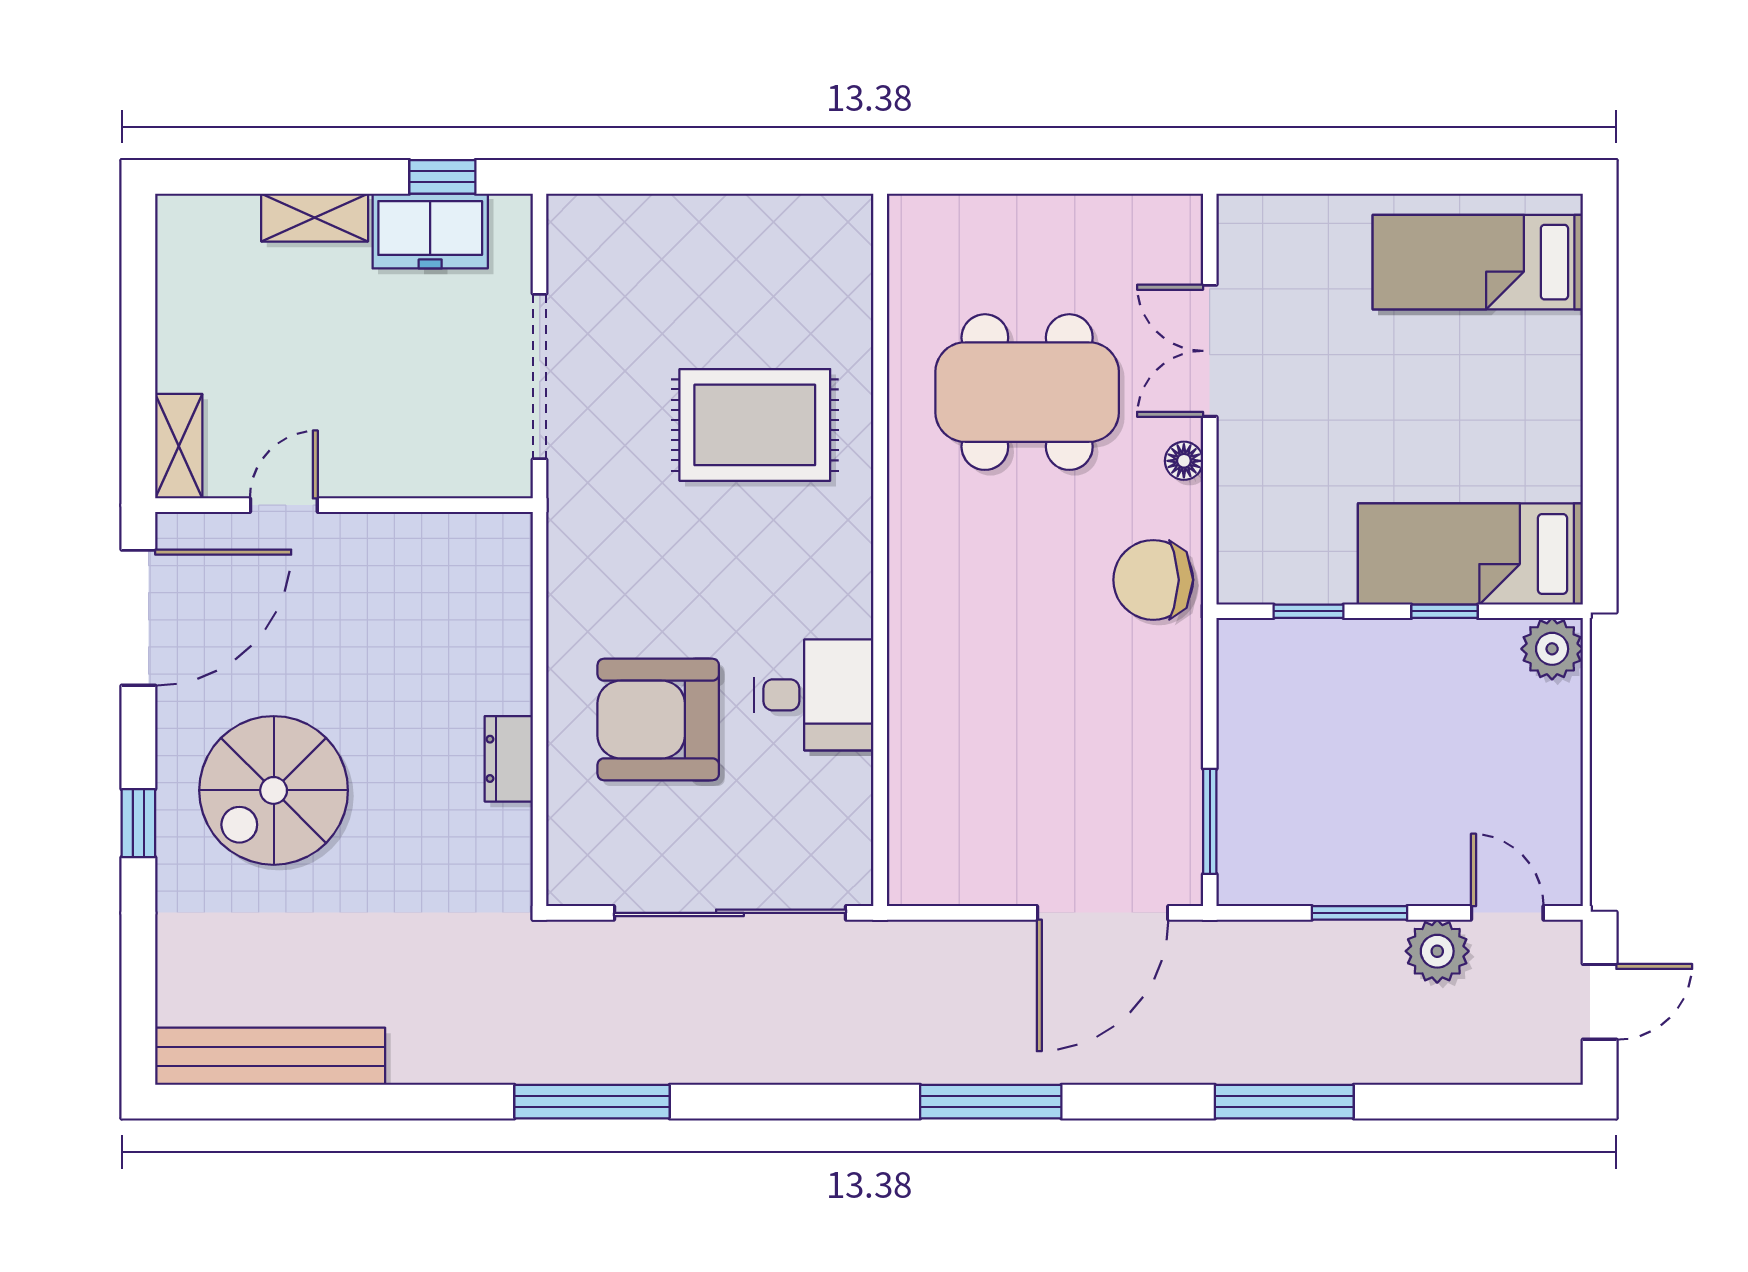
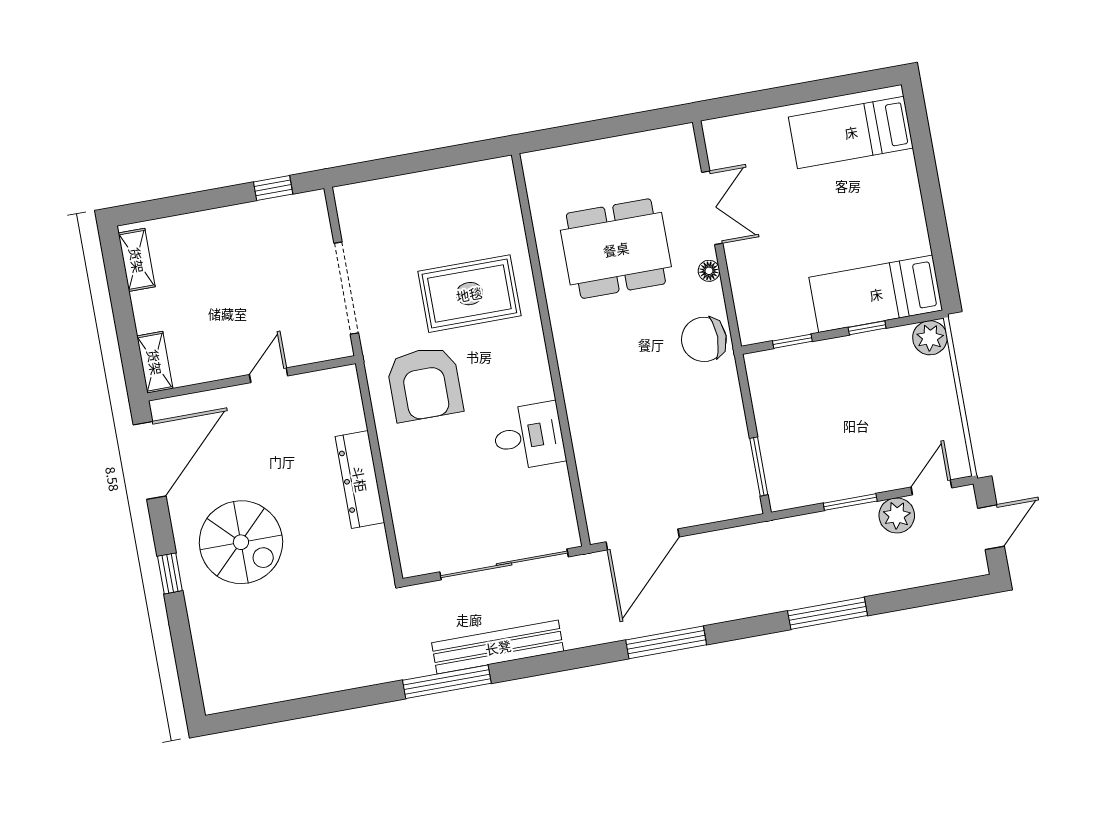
shelving: (315, 218) -> (137, 260), moved, turned 90
freezer: (430, 231) -> (272, 219), removed
double door: (1210, 351) -> (712, 208), swing flipped
door: (284, 505) -> (269, 375), moved
armchair: (658, 720) -> (425, 384), moved, turned -90
dresser: (509, 759) -> (360, 479), width x1.96, depth x1.24
spiral stairs: (274, 790) -> (241, 542), turned -90
door: (1103, 913) -> (643, 539), moved
door: (1507, 913) -> (931, 487), hinge flipped
bench: (270, 1056) -> (498, 647), moved

